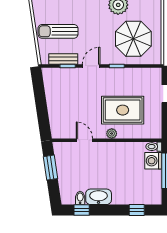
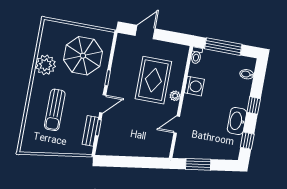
sun lounger: (58, 31) -> (55, 110), moved
door: (91, 66) -> (103, 104), swing flipped
washing machine: (153, 161) -> (194, 86), moved, turned -90
bidet: (80, 198) -> (247, 74), moved
window: (137, 210) -> (254, 105), moved

